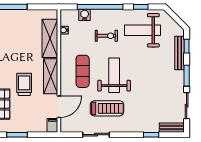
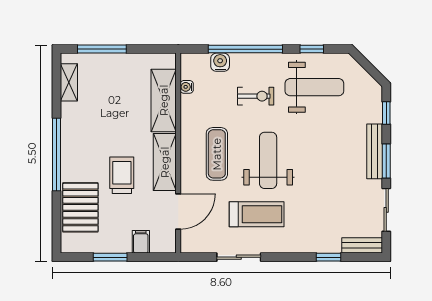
weight bench: (143, 30) -> (314, 87), turned 180
bench: (180, 53) -> (375, 151), moved
filing cabinet: (52, 125) -> (141, 242), moved

